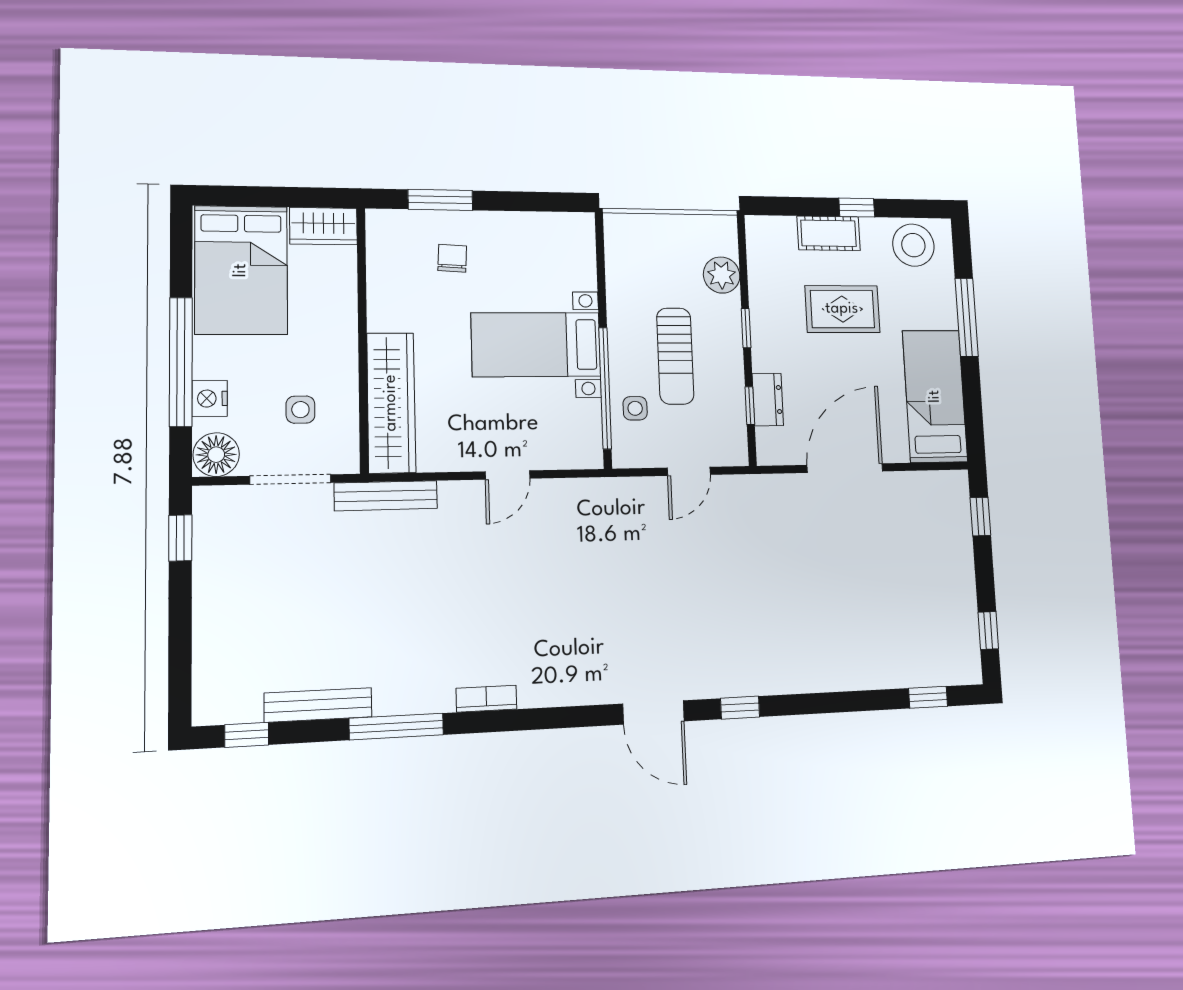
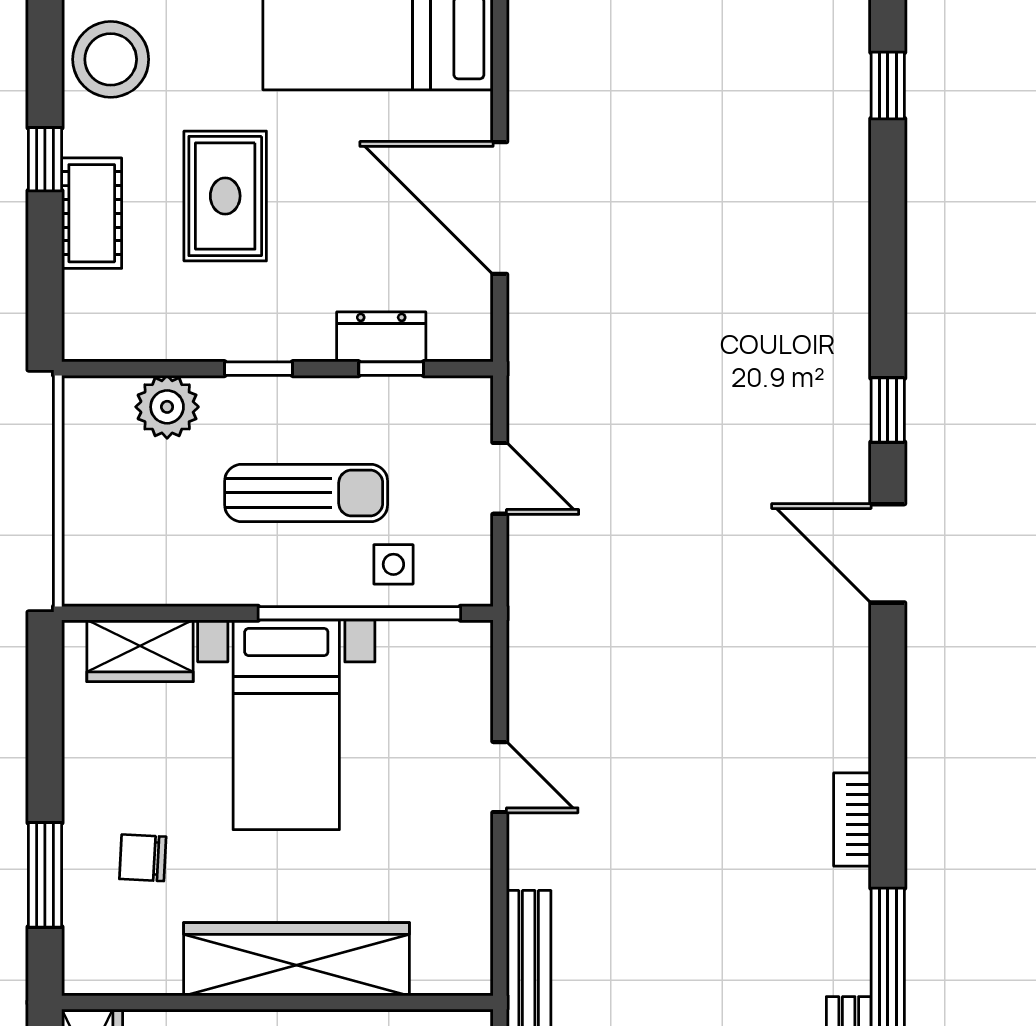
wardrobe: (578, 258) -> (140, 651), added
wardrobe: (391, 403) -> (296, 959), moved
door: (654, 712) -> (888, 553), swing flipped

